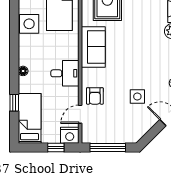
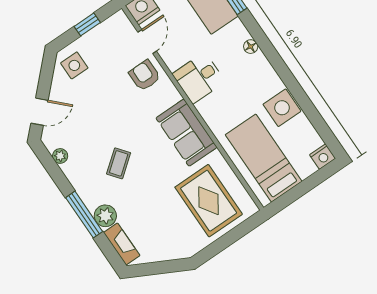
coffee table: (144, 56) -> (119, 163), added
side table: (137, 97) -> (74, 65), moved
window: (108, 147) -> (87, 24), width x0.46

